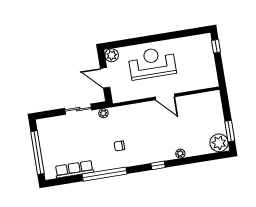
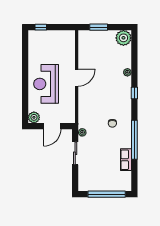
window: (230, 131) -> (99, 27), moved
row of seats: (74, 169) -> (126, 160), width x0.68

